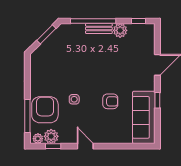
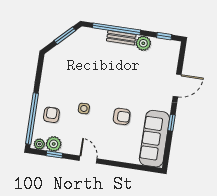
armchair: (45, 110) -> (51, 115), width x0.53, depth x0.53
window: (27, 116) -> (32, 119), width x1.46

